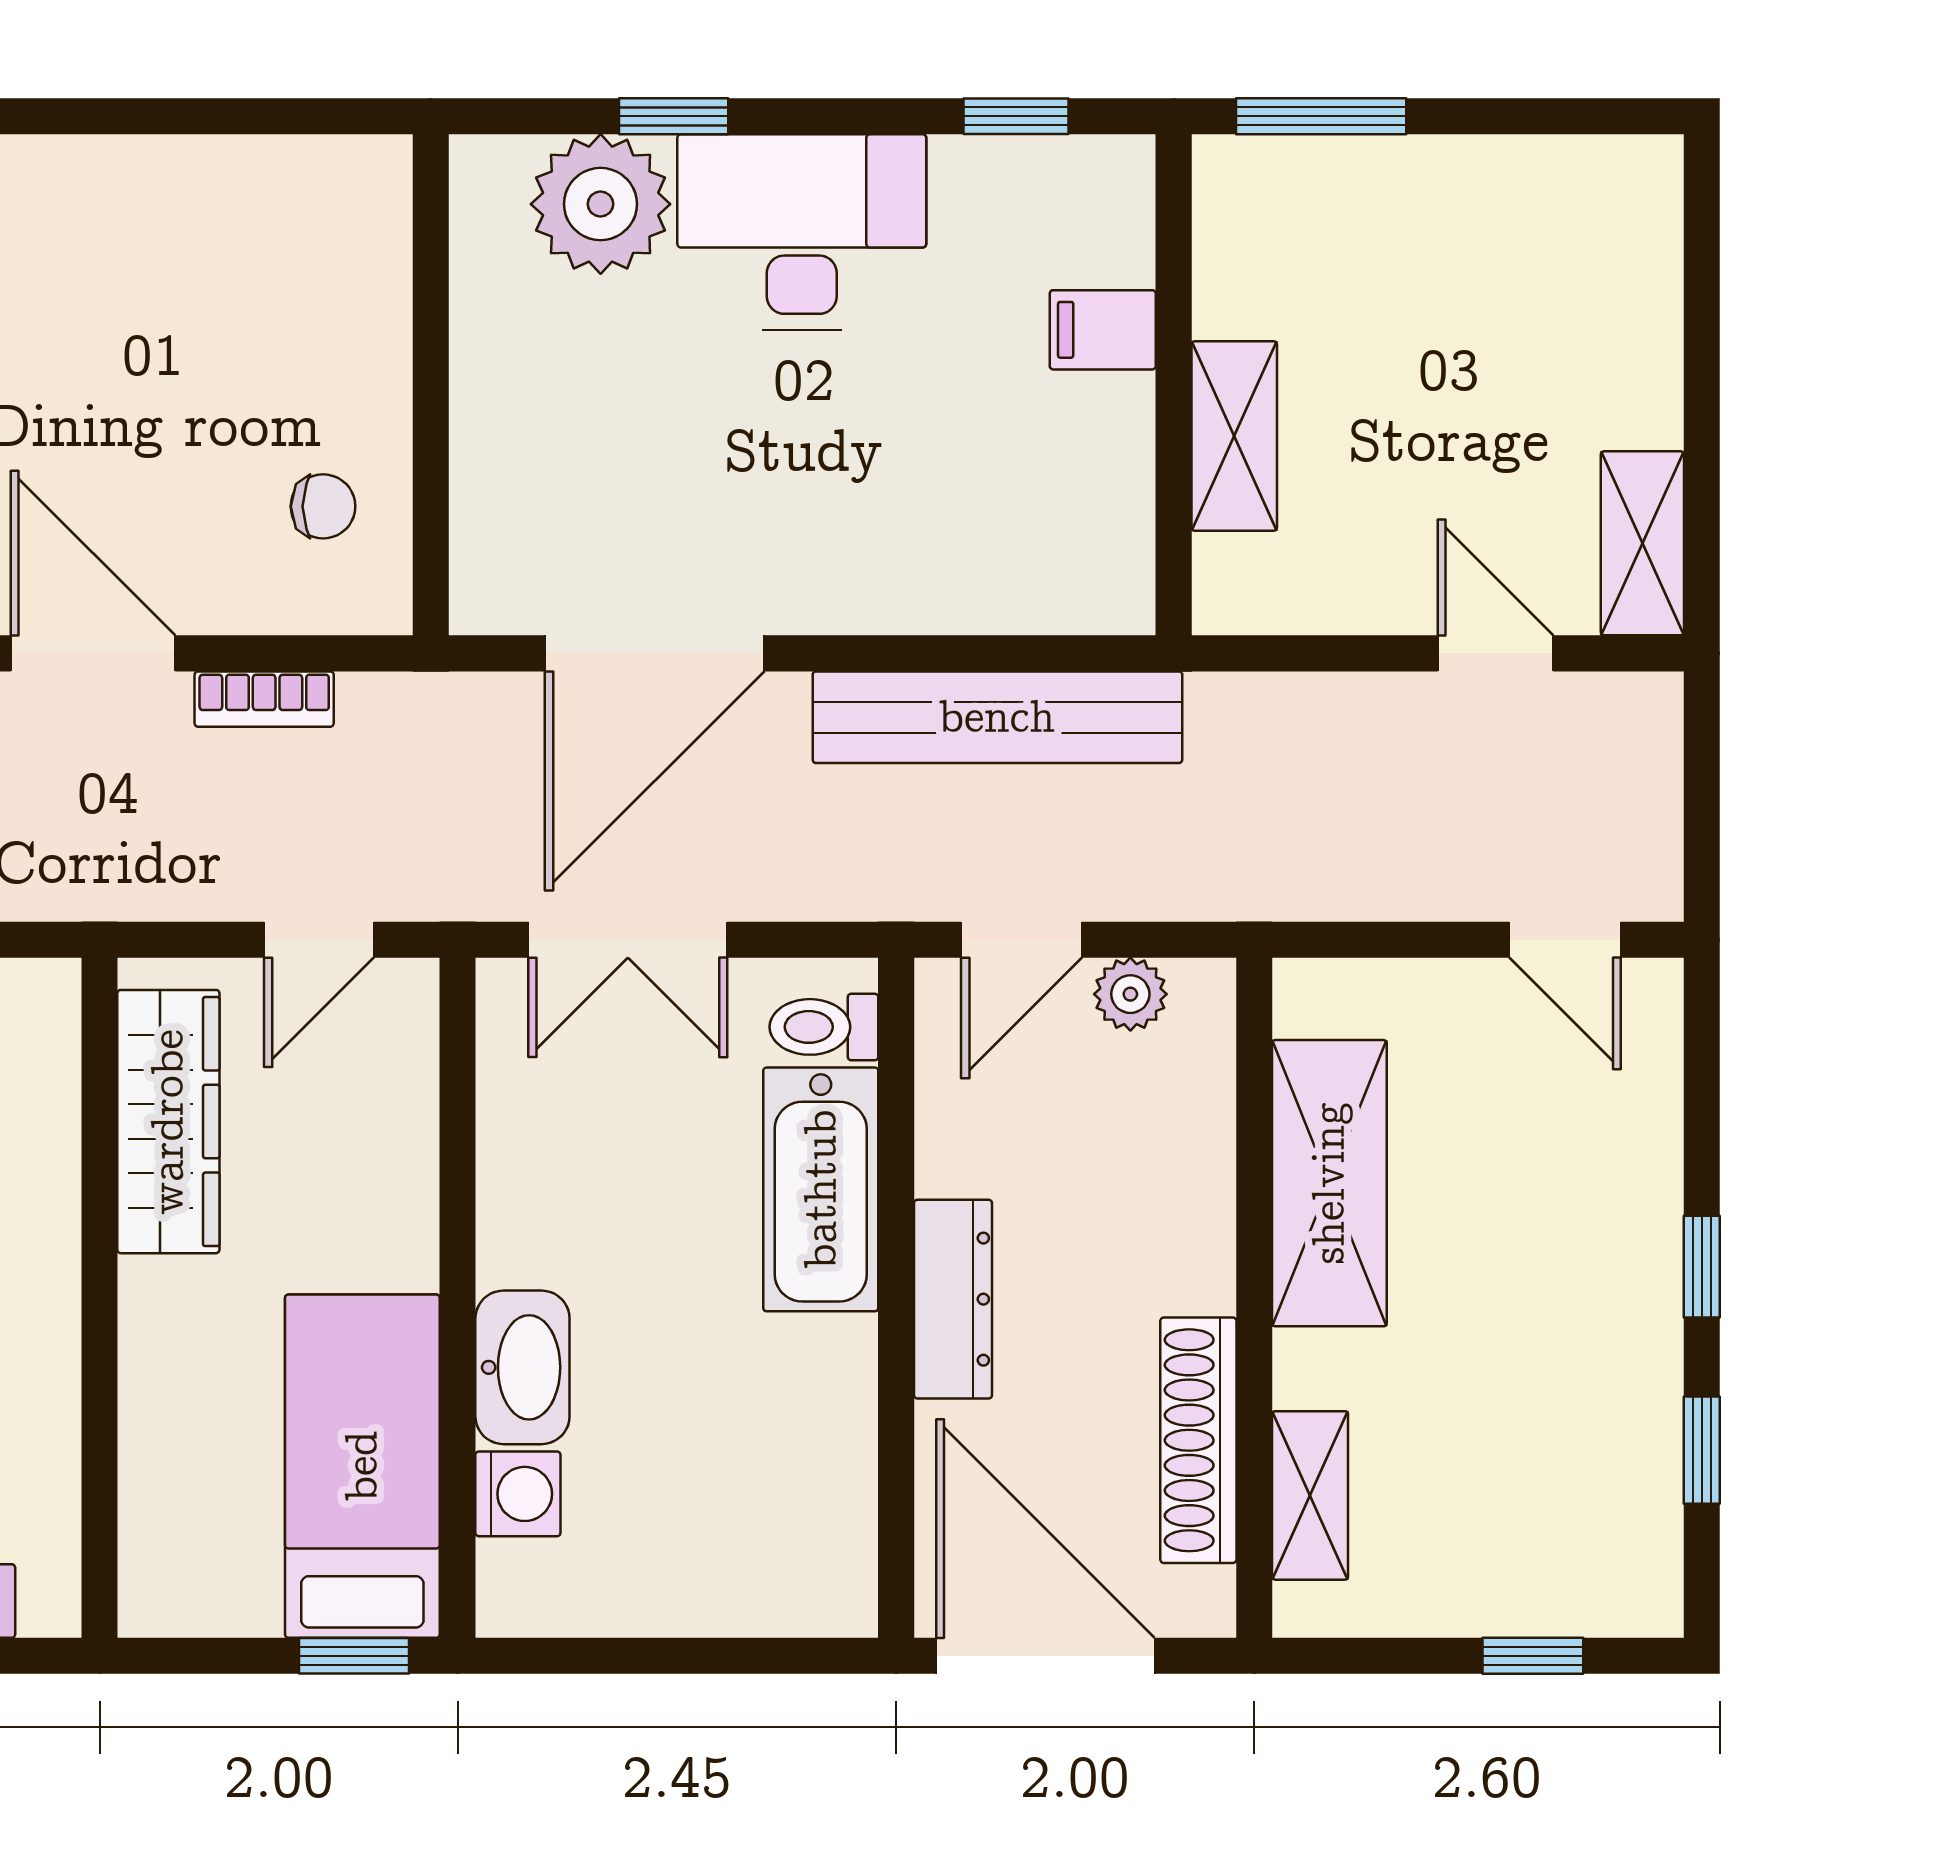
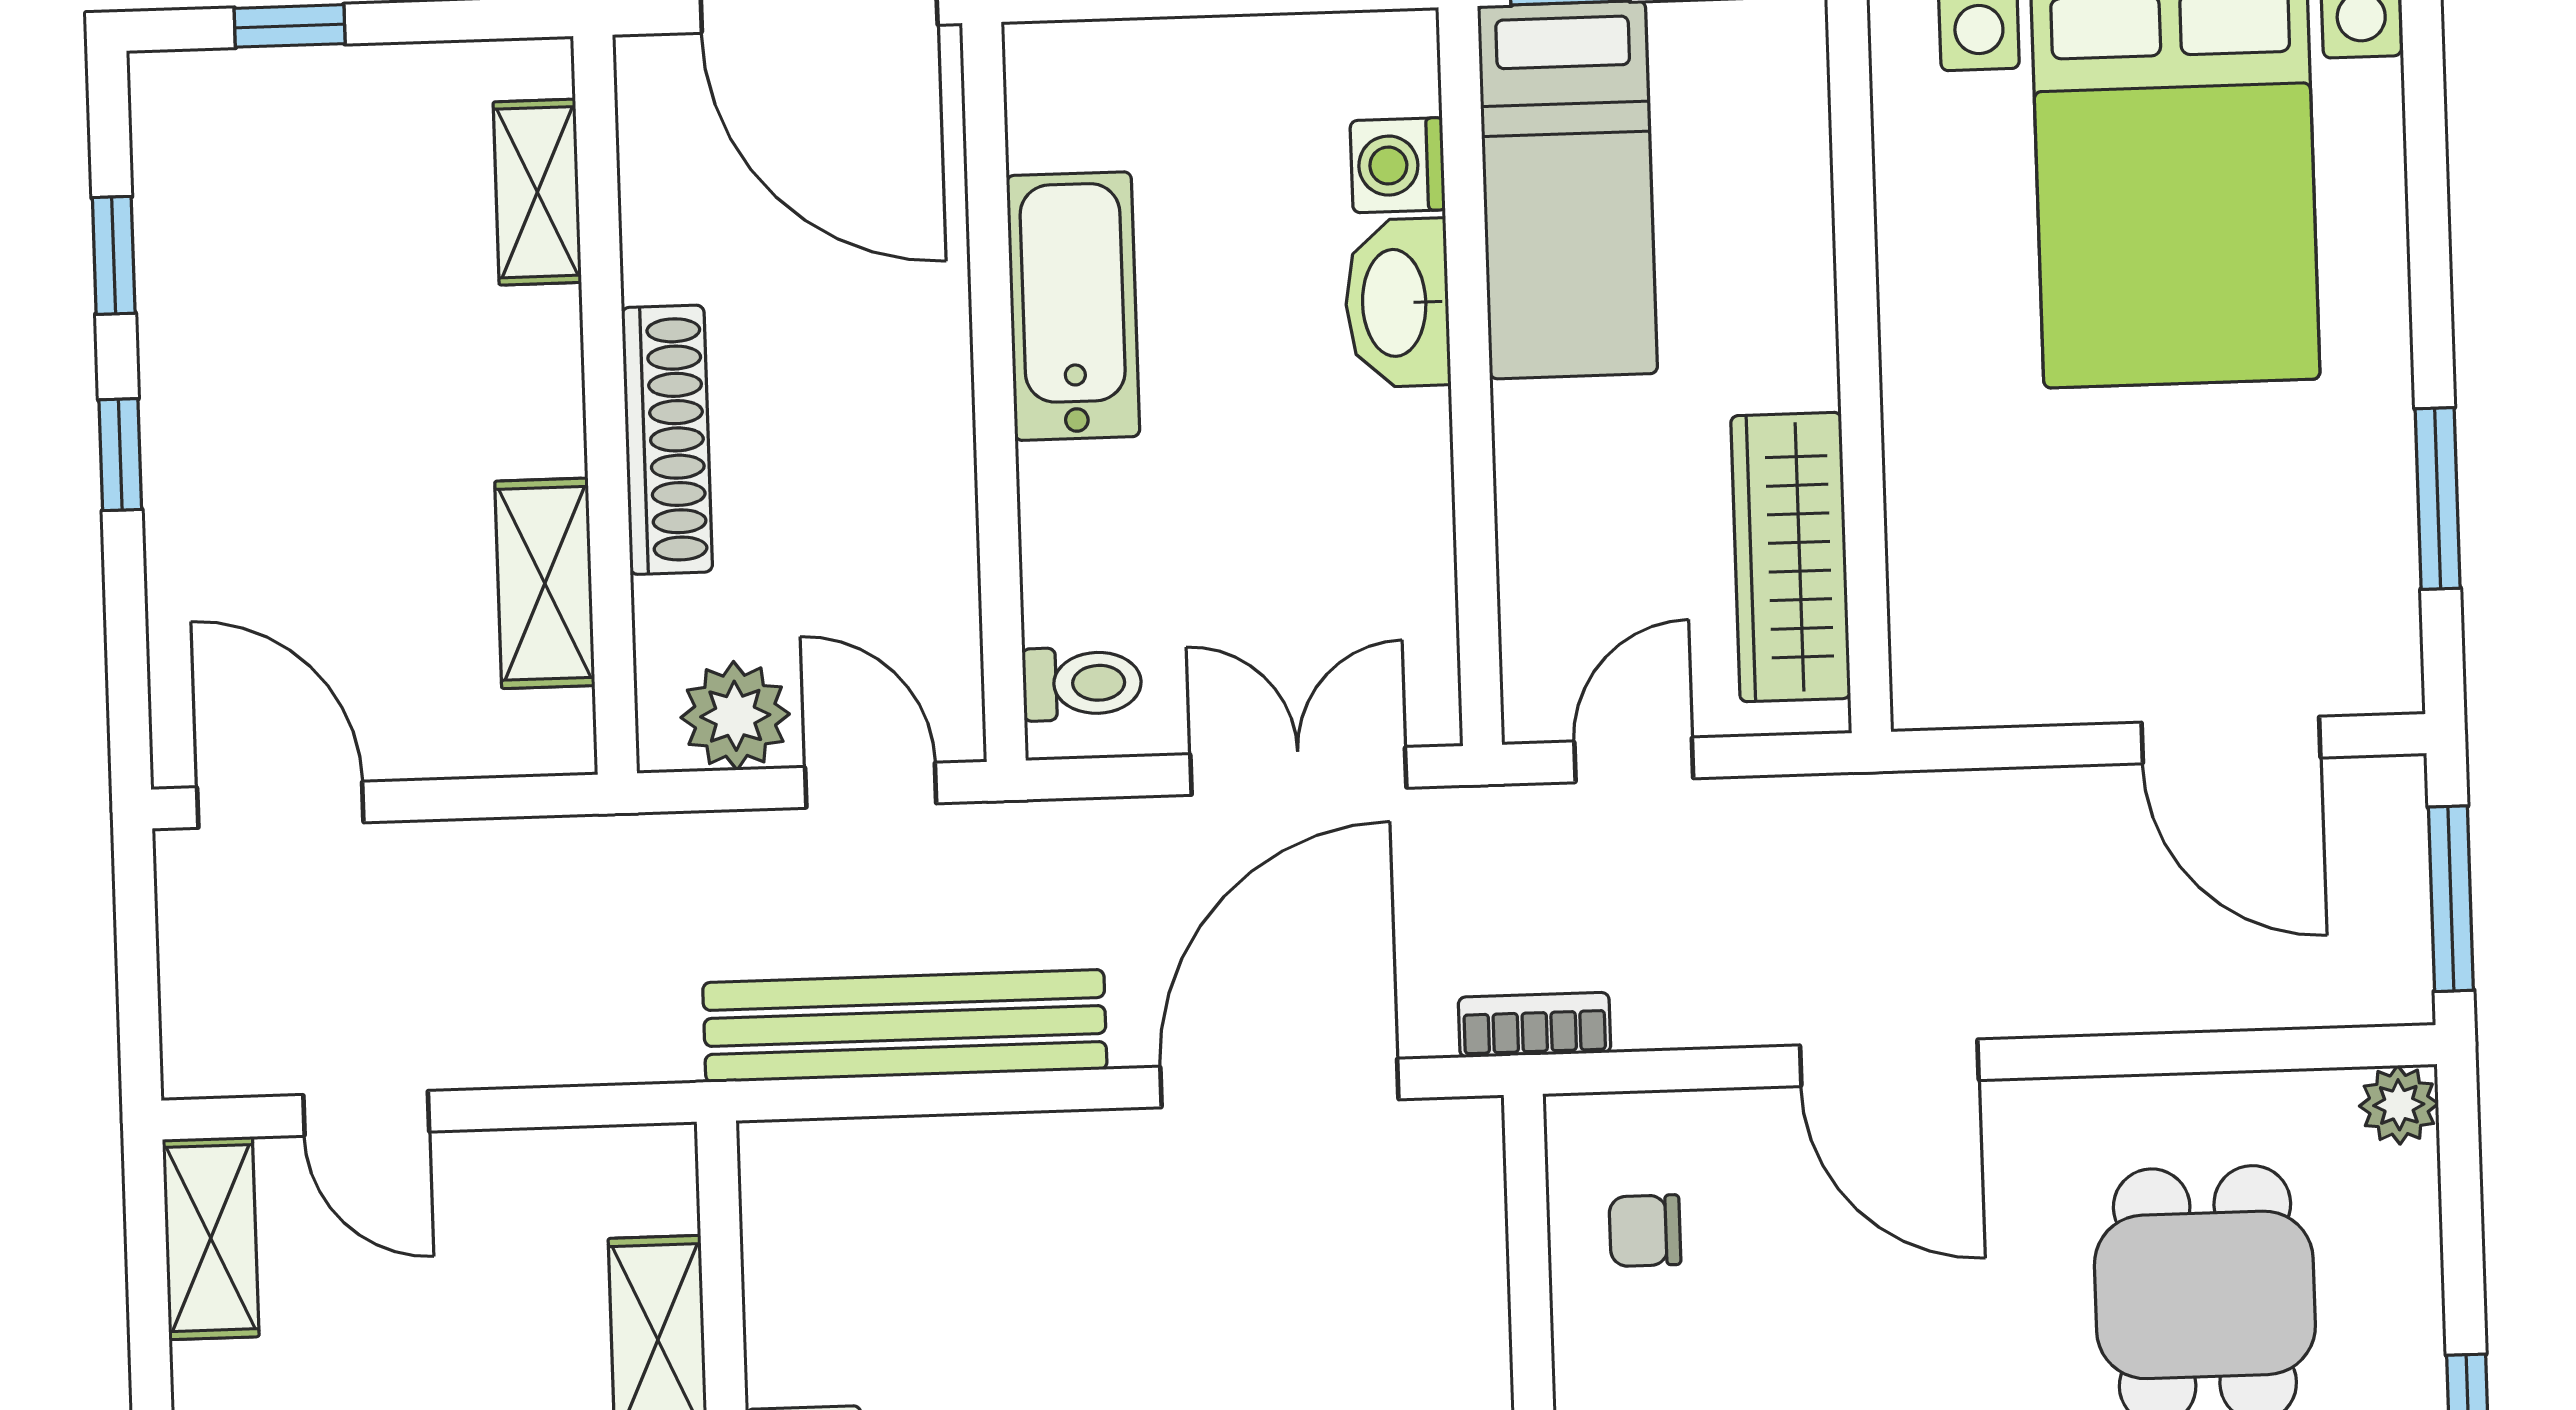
bookcase: (264, 699) -> (1534, 1025), moved
door: (1022, 940) -> (871, 785), hinge flipped
door: (1565, 940) -> (280, 805), width x1.38
plant: (1130, 994) -> (735, 716), width x1.38, depth x1.38
shelving: (1329, 1183) -> (545, 583), width x0.67, depth x0.75
bathtub: (821, 1189) -> (1073, 306), moved
dresser: (953, 1299) -> (932, 392), removed
shoe rack: (1198, 1440) -> (667, 440), moved

